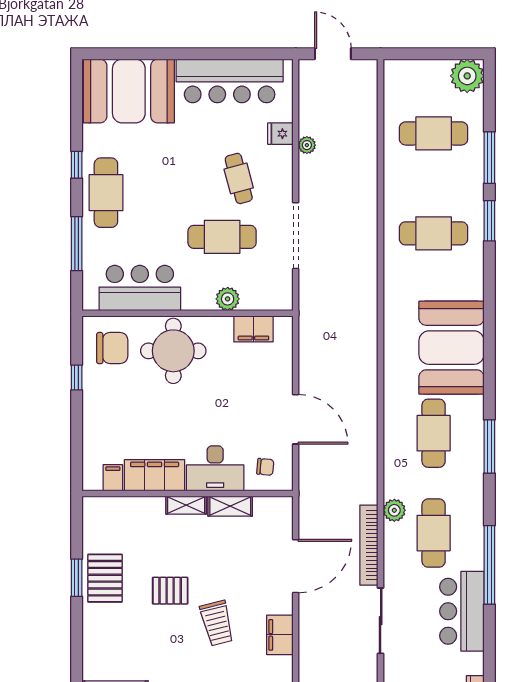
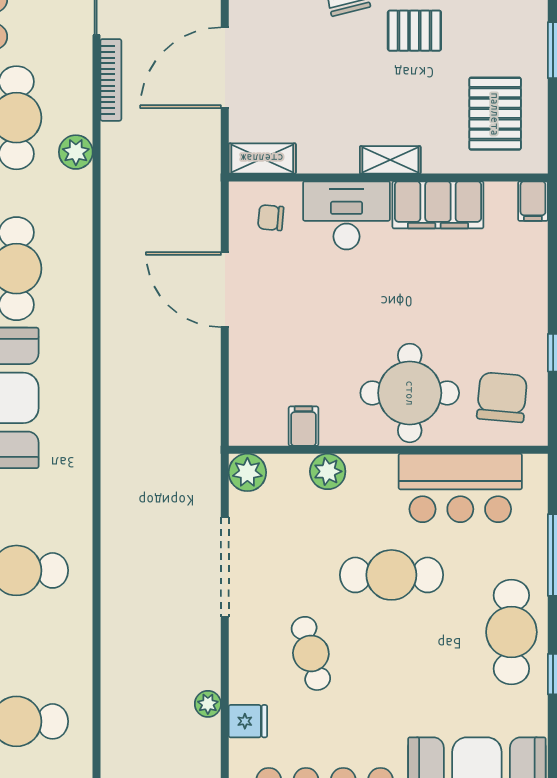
cafe table: (222, 237) -> (391, 575), moved
plant: (281, 298) -> (247, 472), added
filing cabinet: (253, 329) -> (303, 426), width x0.50
chair: (112, 348) -> (502, 397), turned 95
filing cabinet: (113, 478) -> (533, 201), moved
shelving: (230, 506) -> (262, 158), moved
bookcase: (369, 545) -> (111, 80), width x0.68, depth x0.76
pallet: (105, 578) -> (495, 114), moved

